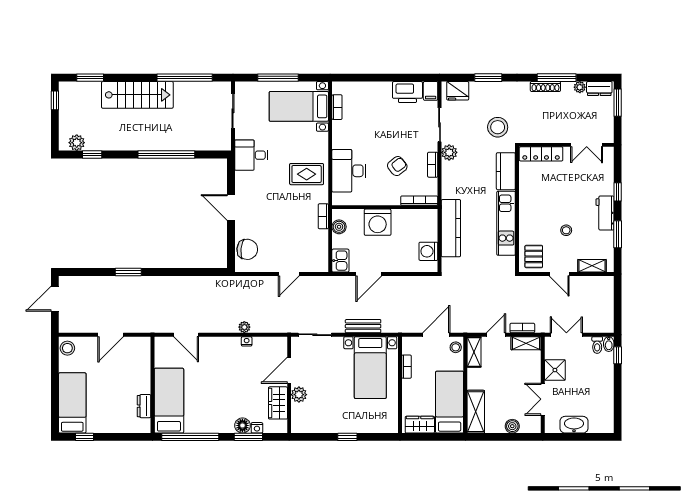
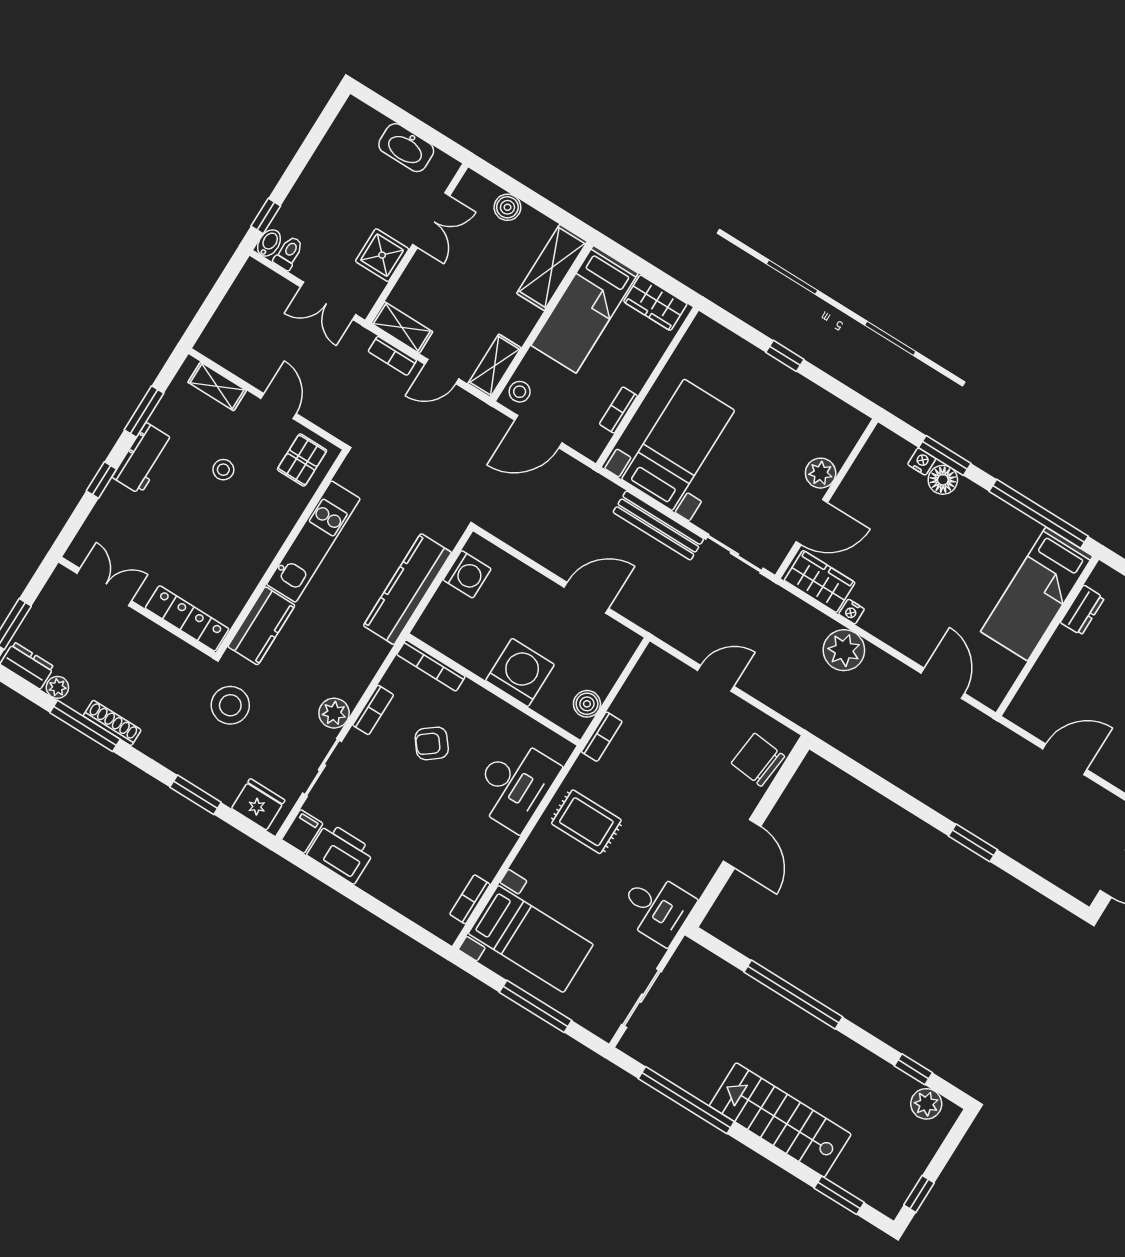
kitchen sink: (340, 261) -> (619, 648), removed
bench: (363, 326) -> (658, 525), width x1.36
plant: (244, 327) -> (844, 650), width x1.88, depth x1.88
wardrobe: (278, 403) -> (820, 581), moved, turned -90

